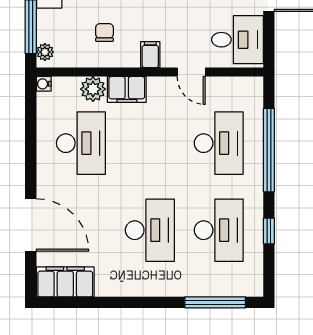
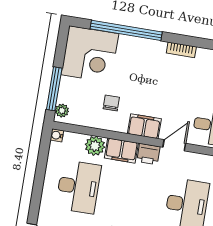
filing cabinet: (150, 55) -> (144, 126), width x2.00
door: (191, 72) -> (174, 145), swing flipped
printer: (161, 88) -> (148, 154), added

